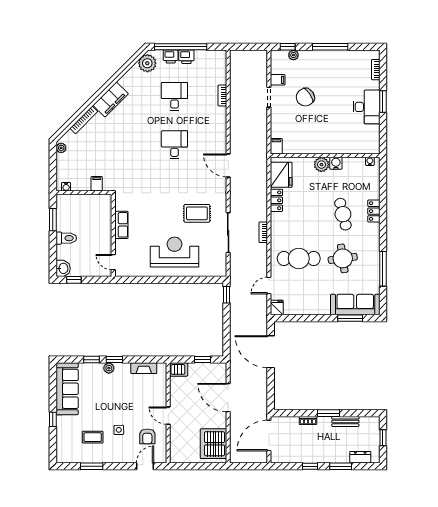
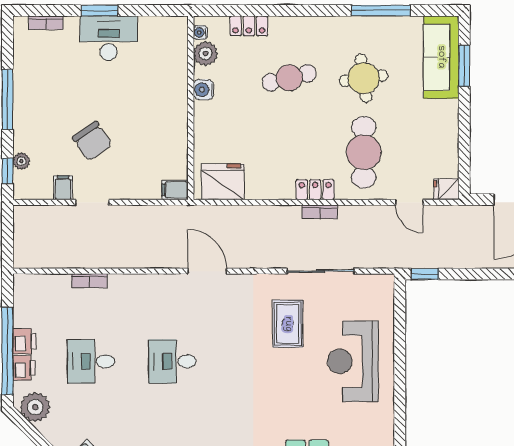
door: (228, 165) -> (207, 271), swing flipped
plant: (321, 165) -> (206, 53), moved
locker: (276, 200) -> (315, 190), moved
locker: (374, 211) -> (249, 26), moved

